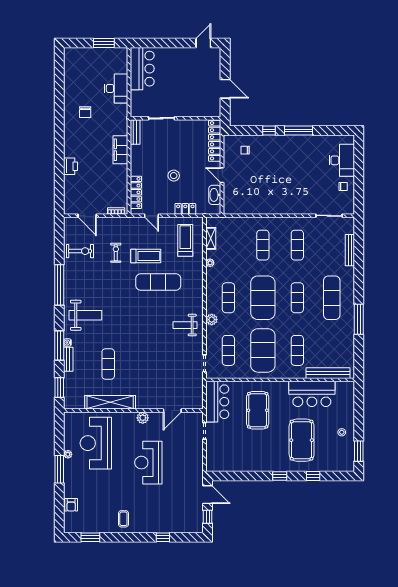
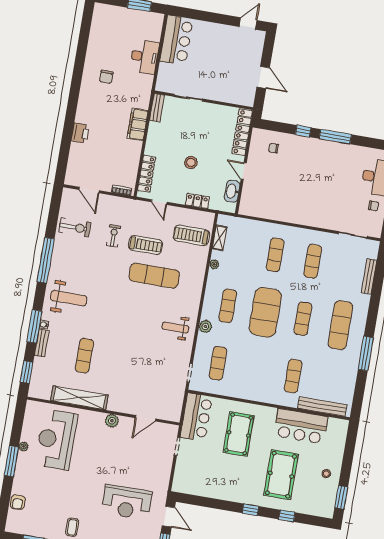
treadmill: (185, 240) -> (191, 235), turned -90
exercise mat: (263, 350) -> (256, 370), removed
reception desk: (148, 463) -> (127, 502), moved, turned -90

